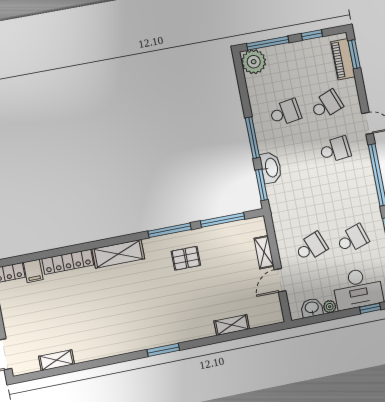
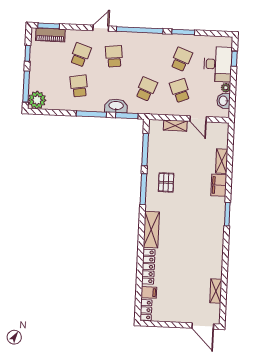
school desk: (327, 105) -> (80, 55), turned 39
school desk: (303, 202) -> (146, 89), added
school desk: (352, 239) -> (181, 59), turned 39
filing cabinet: (199, 329) -> (219, 185), added

